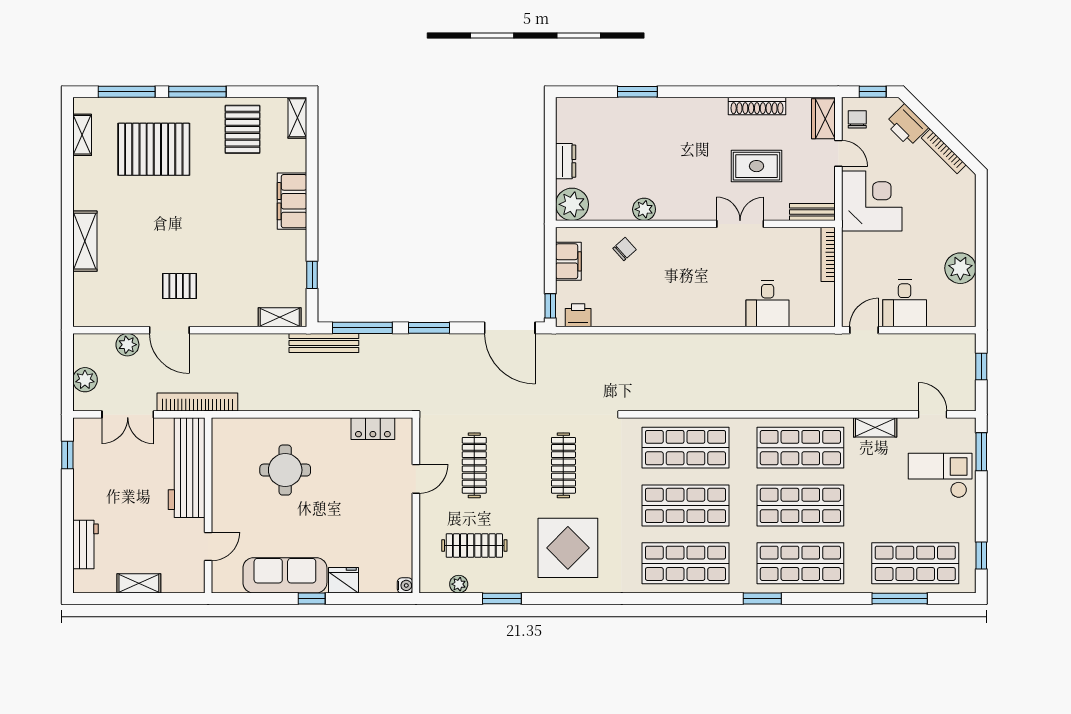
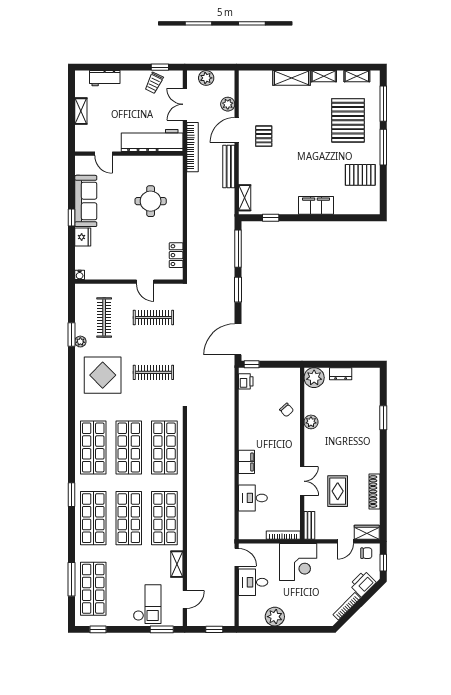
shelving: (297, 118) -> (324, 76), moved
corner desk: (872, 201) -> (298, 562), moved
filing cabinet: (568, 261) -> (247, 462), moved, turned -90
bench: (324, 343) -> (229, 166), moved
trolley: (93, 465) -> (154, 83), added
plant: (459, 584) -> (80, 342), moved

